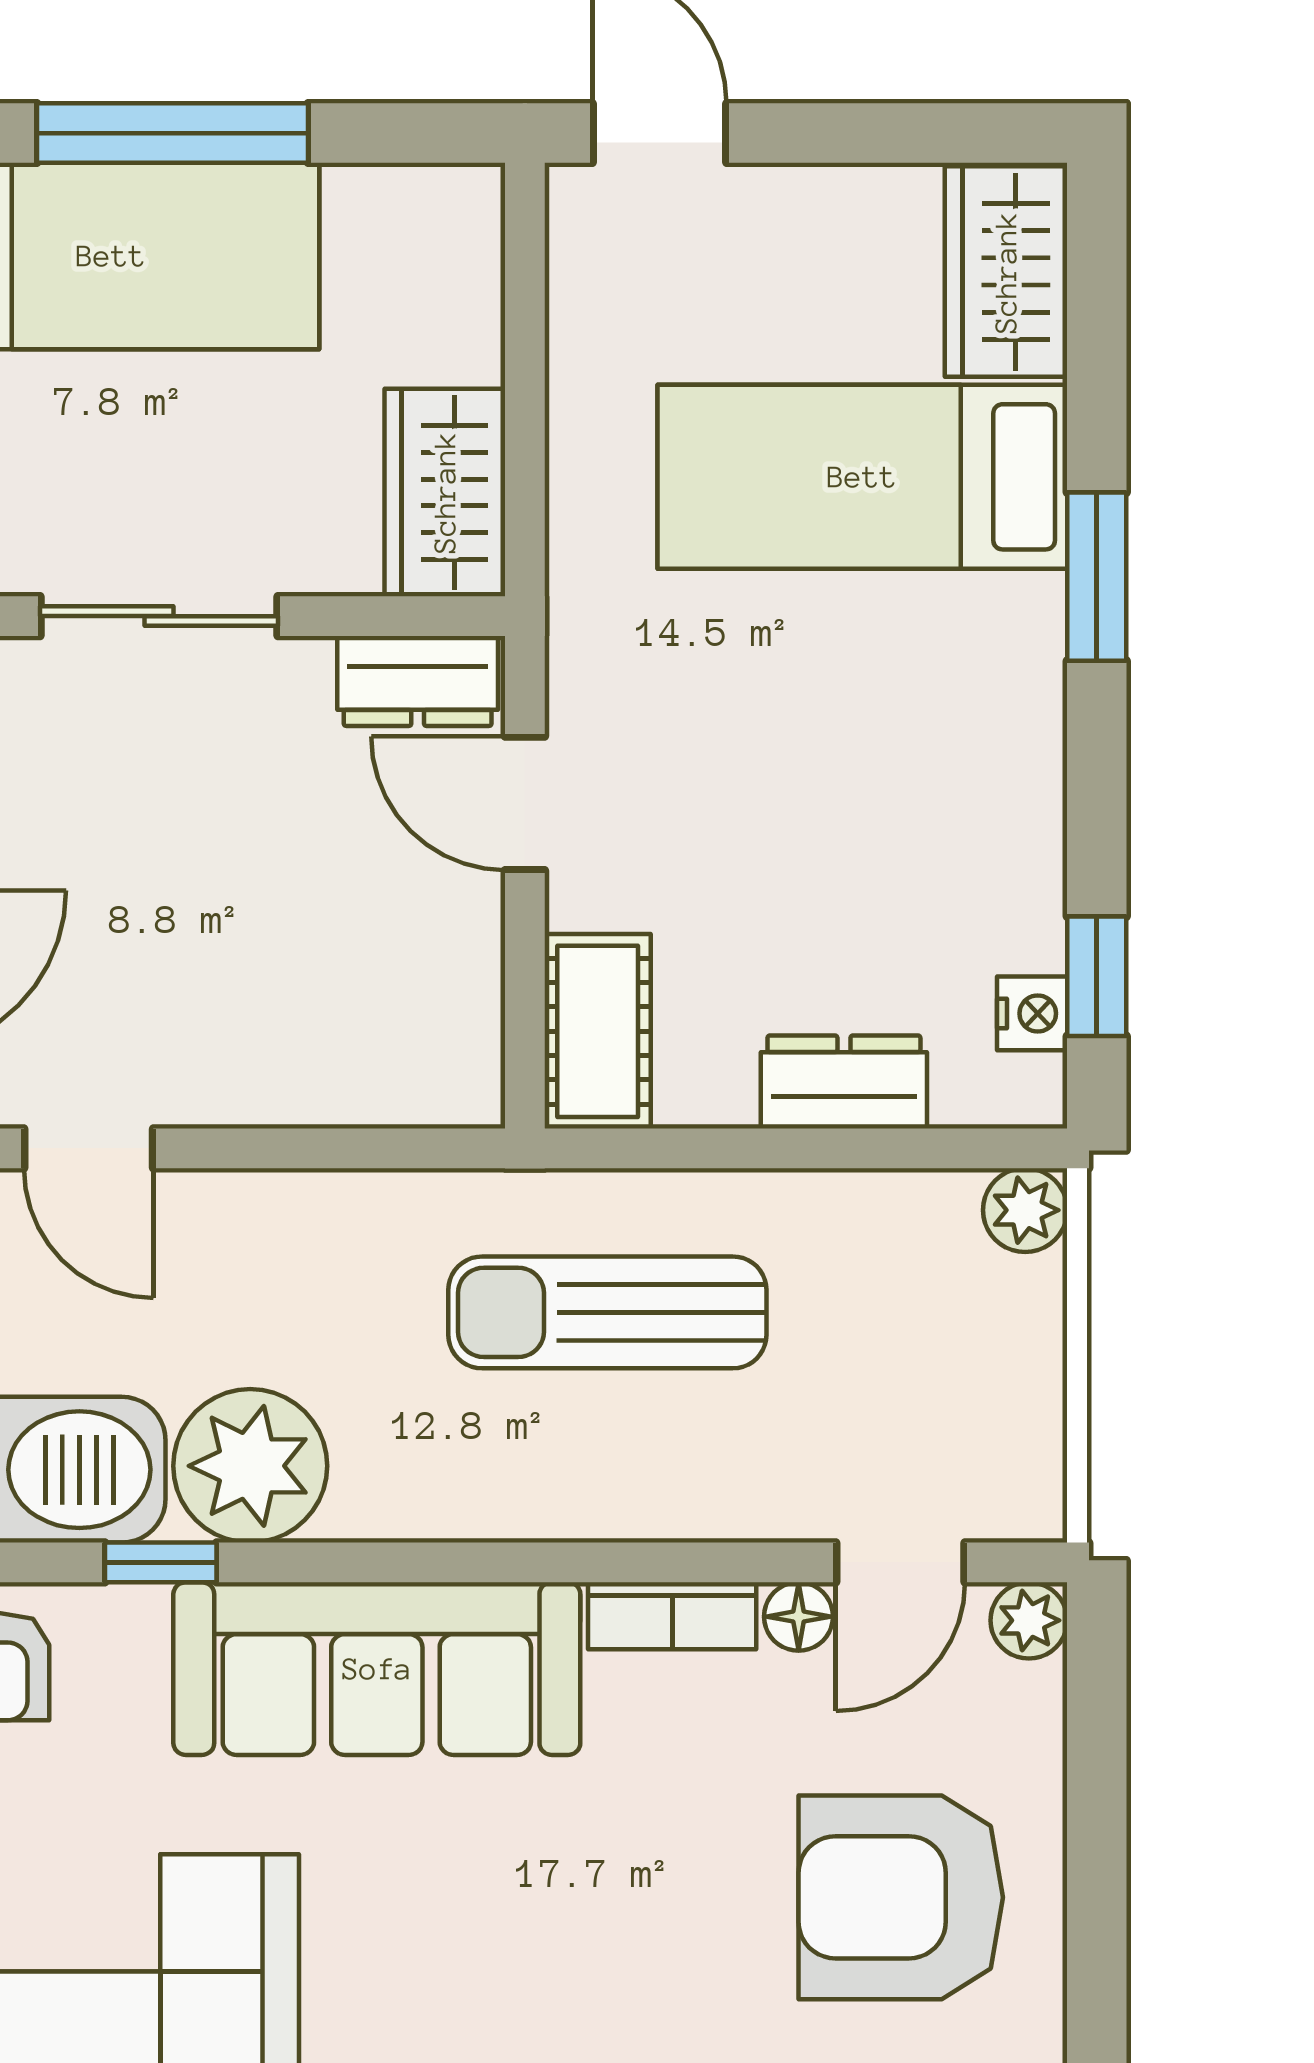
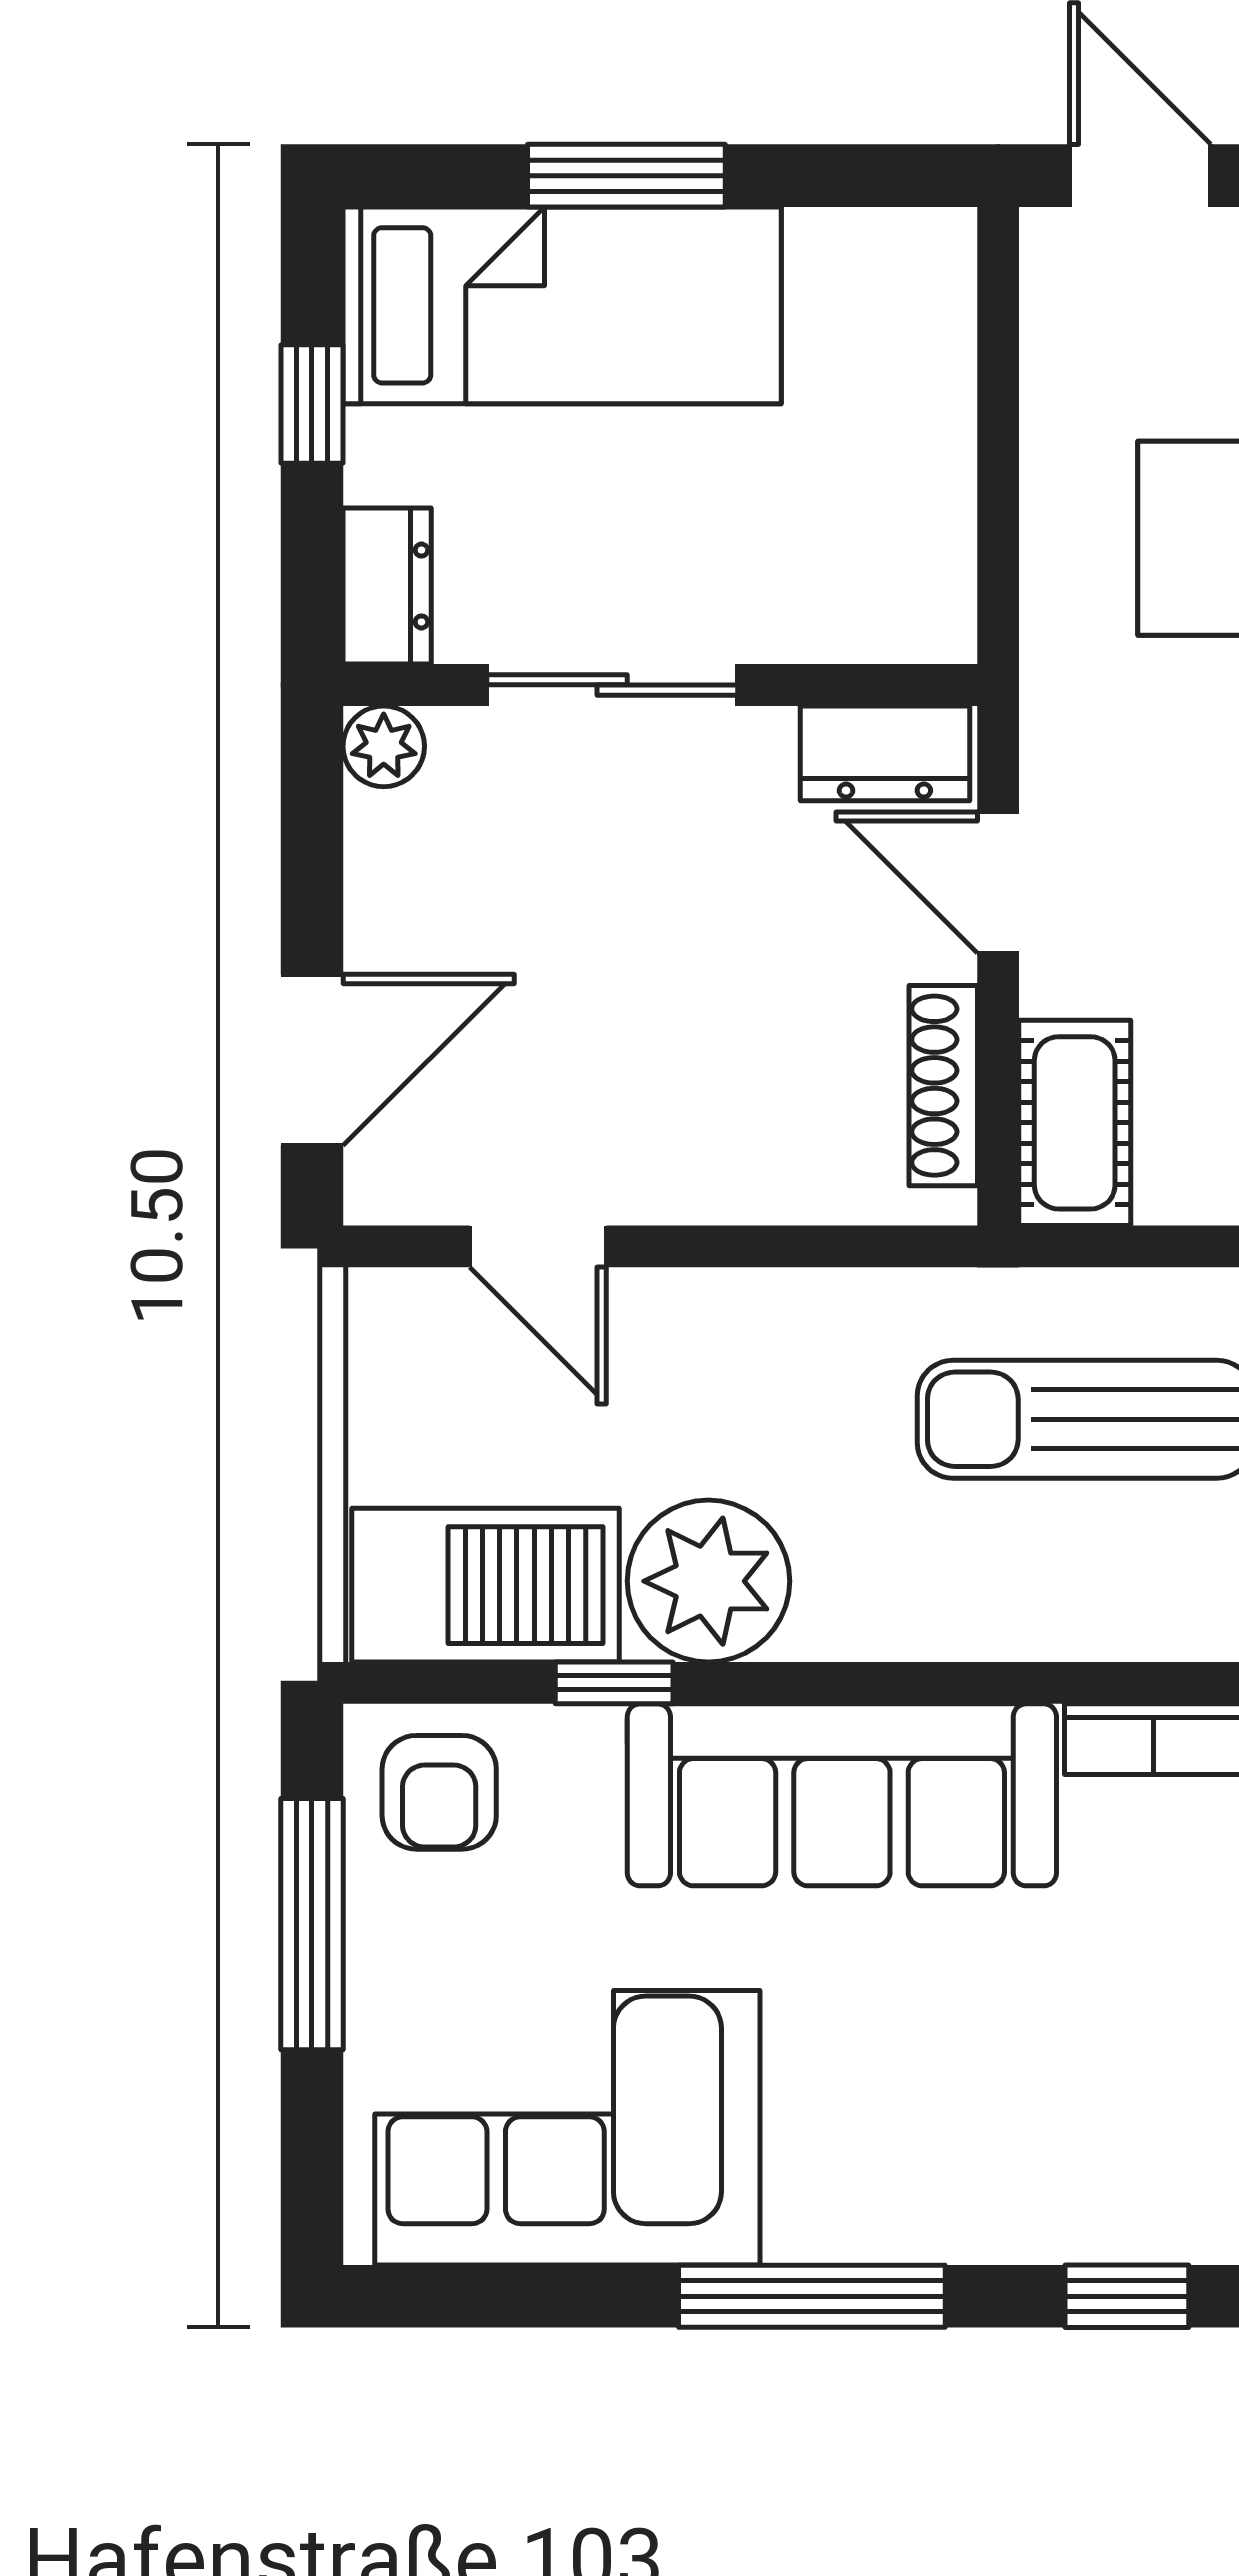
window: (172, 133) -> (626, 176), width x0.69
wardrobe: (445, 492) -> (914, 555), removed
shoe rack: (473, 996) -> (943, 1086), added

